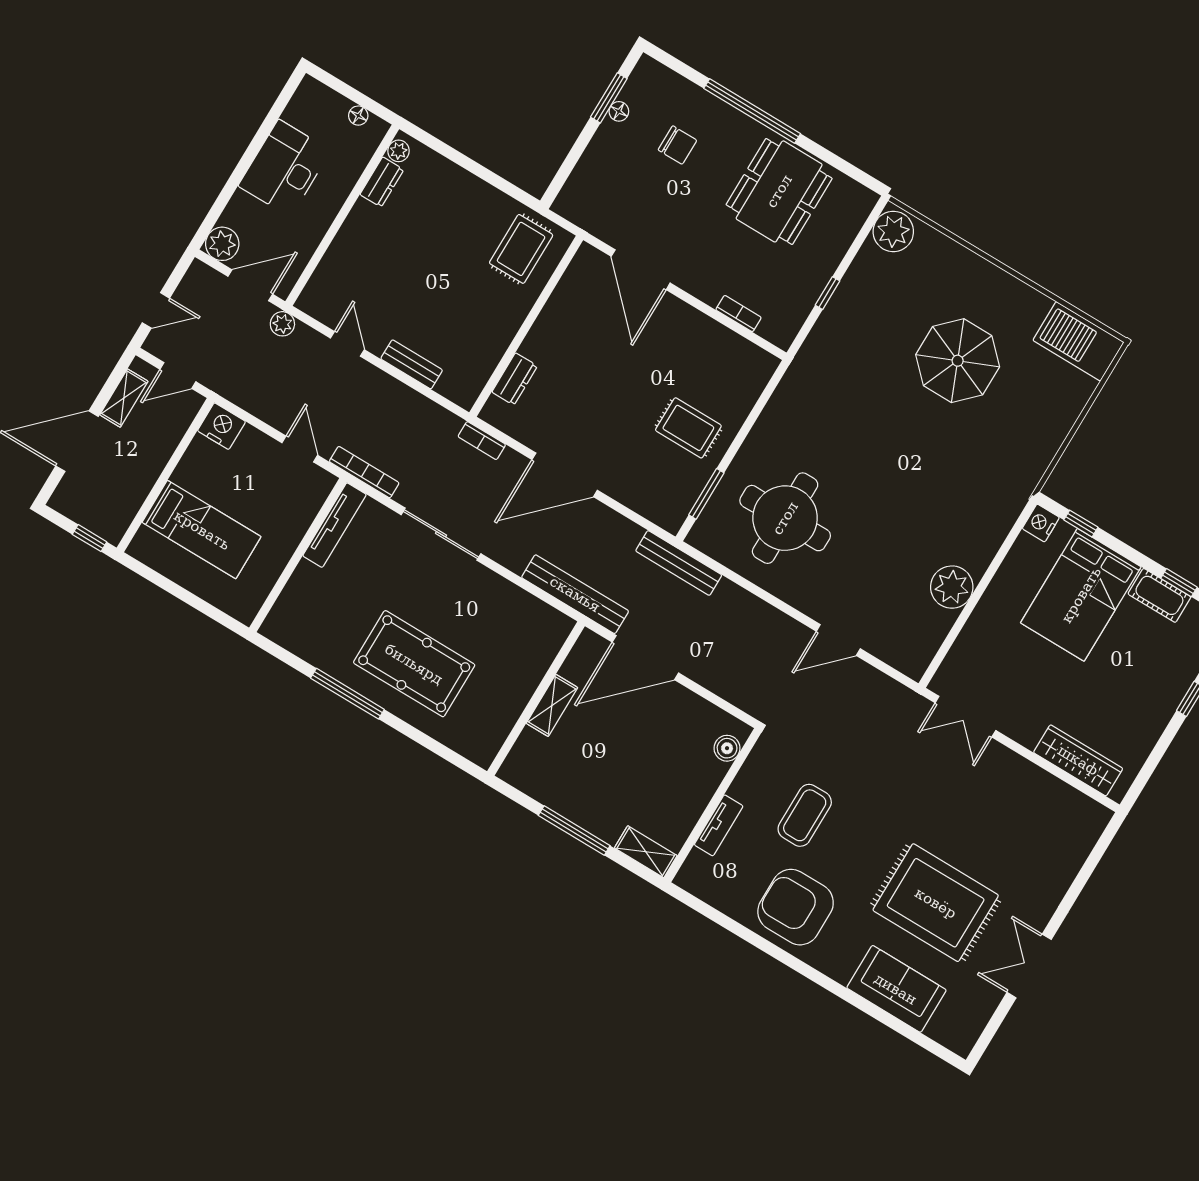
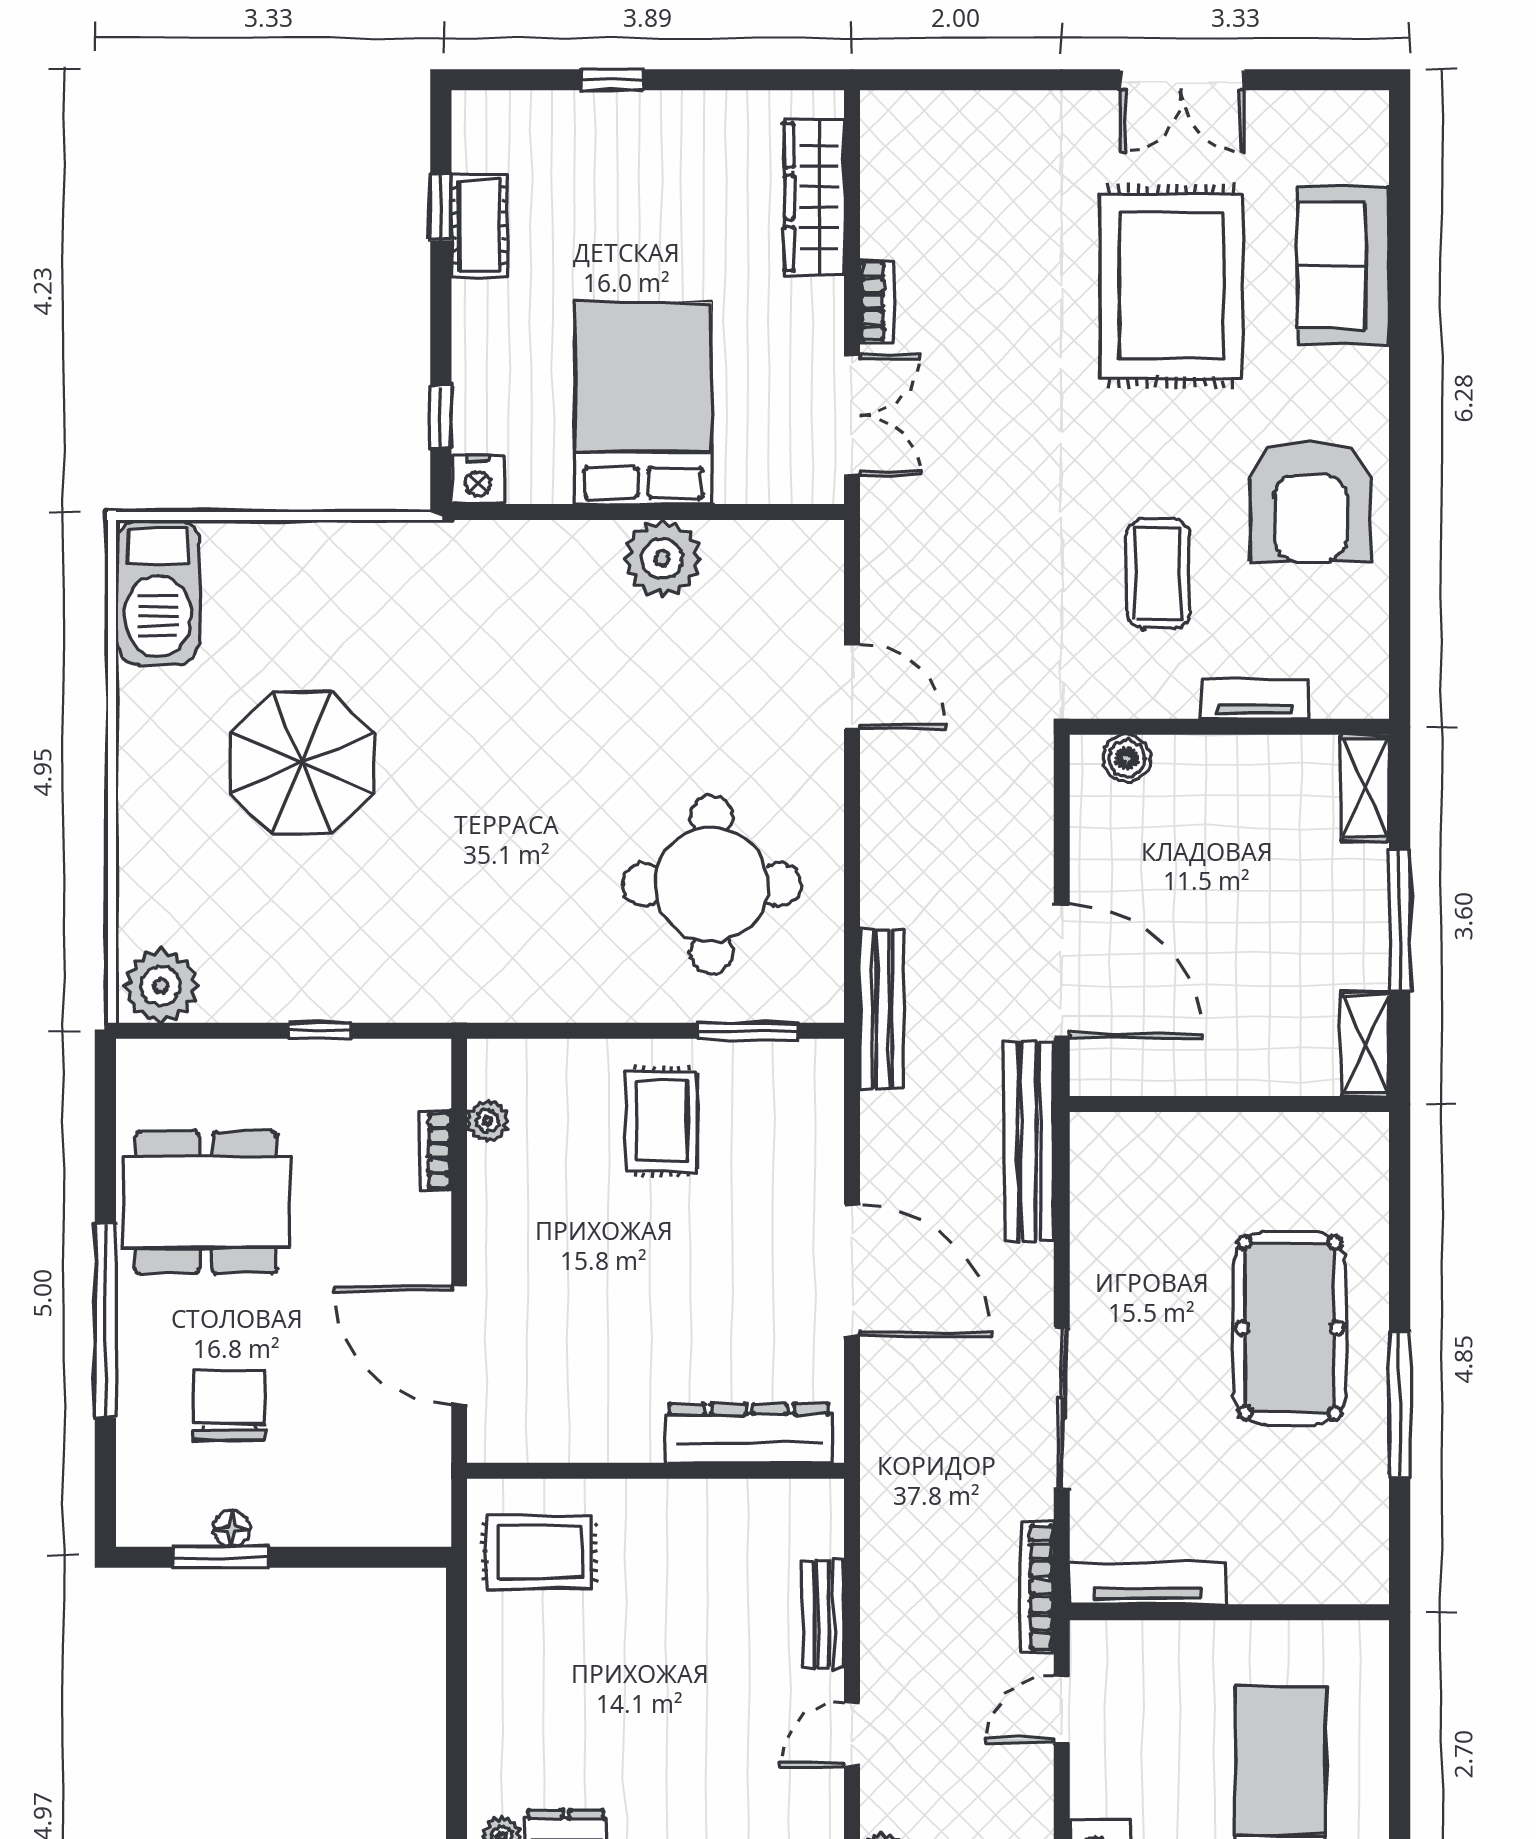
chair: (677, 145) -> (229, 1405), width x1.37, depth x1.37
door: (641, 270) -> (459, 1345), swing flipped
plant: (738, 346) -> (488, 1121), added
dresser: (515, 379) -> (749, 1433), width x1.96, depth x1.24
bookcase: (482, 441) -> (877, 301), moved
bed: (1081, 595) -> (643, 403), moved, turned -90
shelving: (552, 705) -> (1366, 1044), moved, turned 90
coffee table: (805, 815) -> (1158, 573), turned 90

